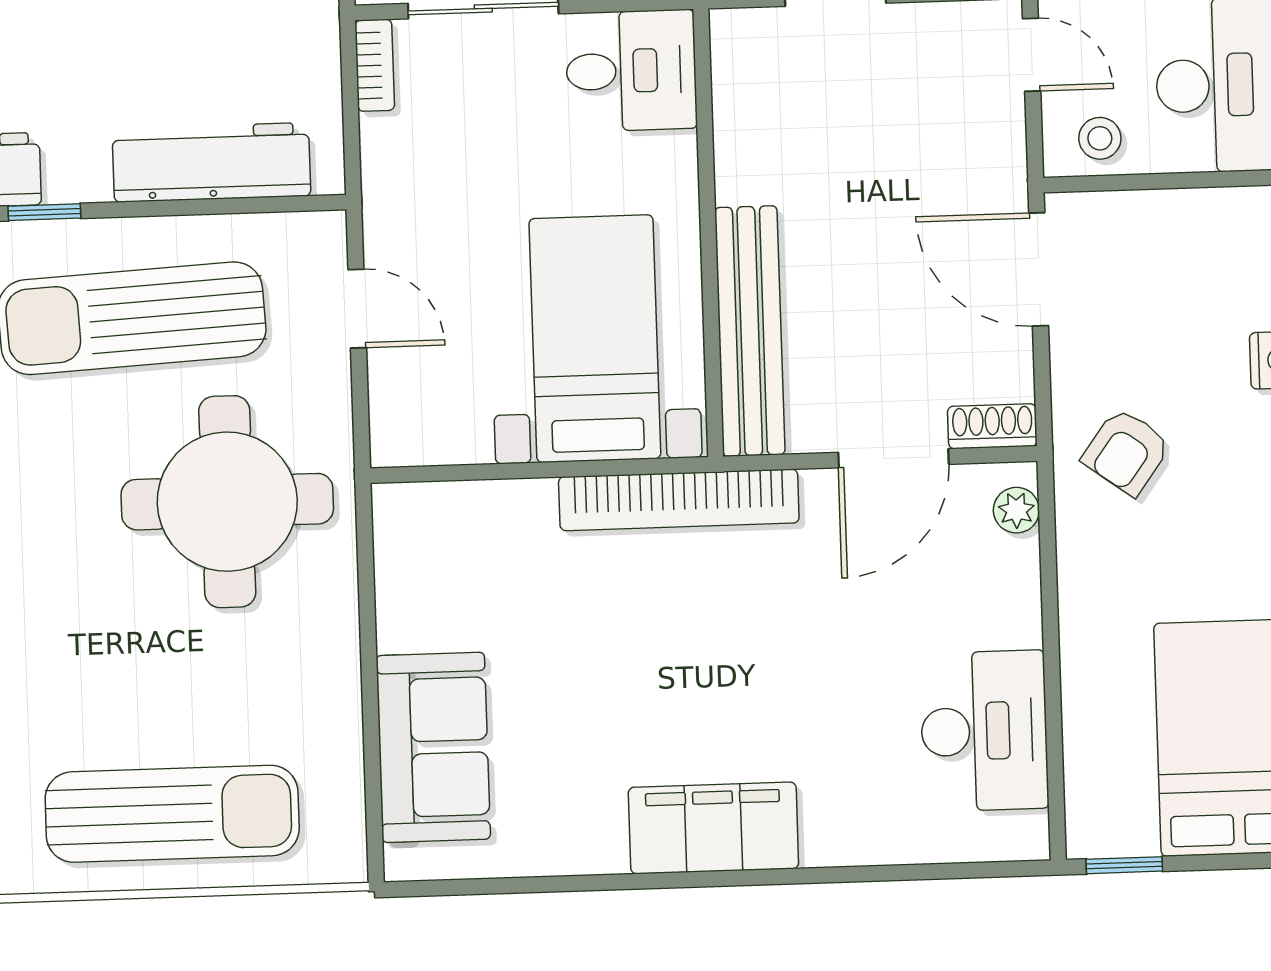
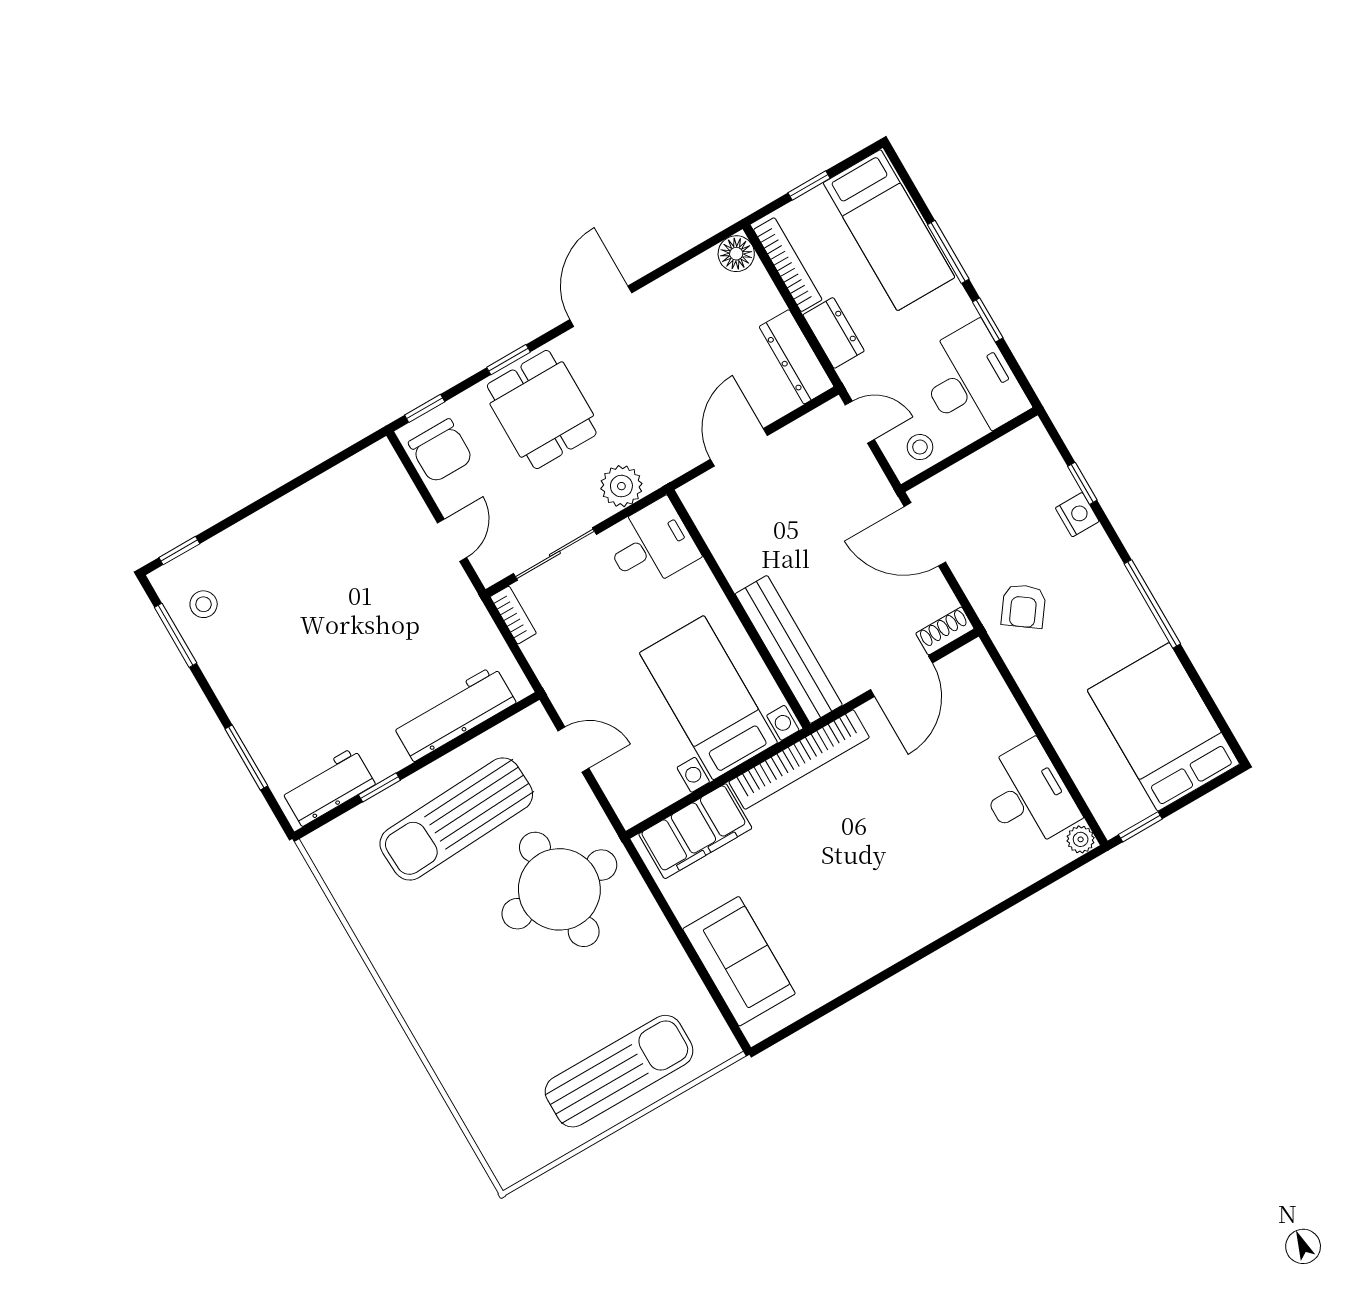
plant: (1016, 510) -> (1081, 839), moved
filing cabinet: (713, 828) -> (695, 831), moved, turned 180

